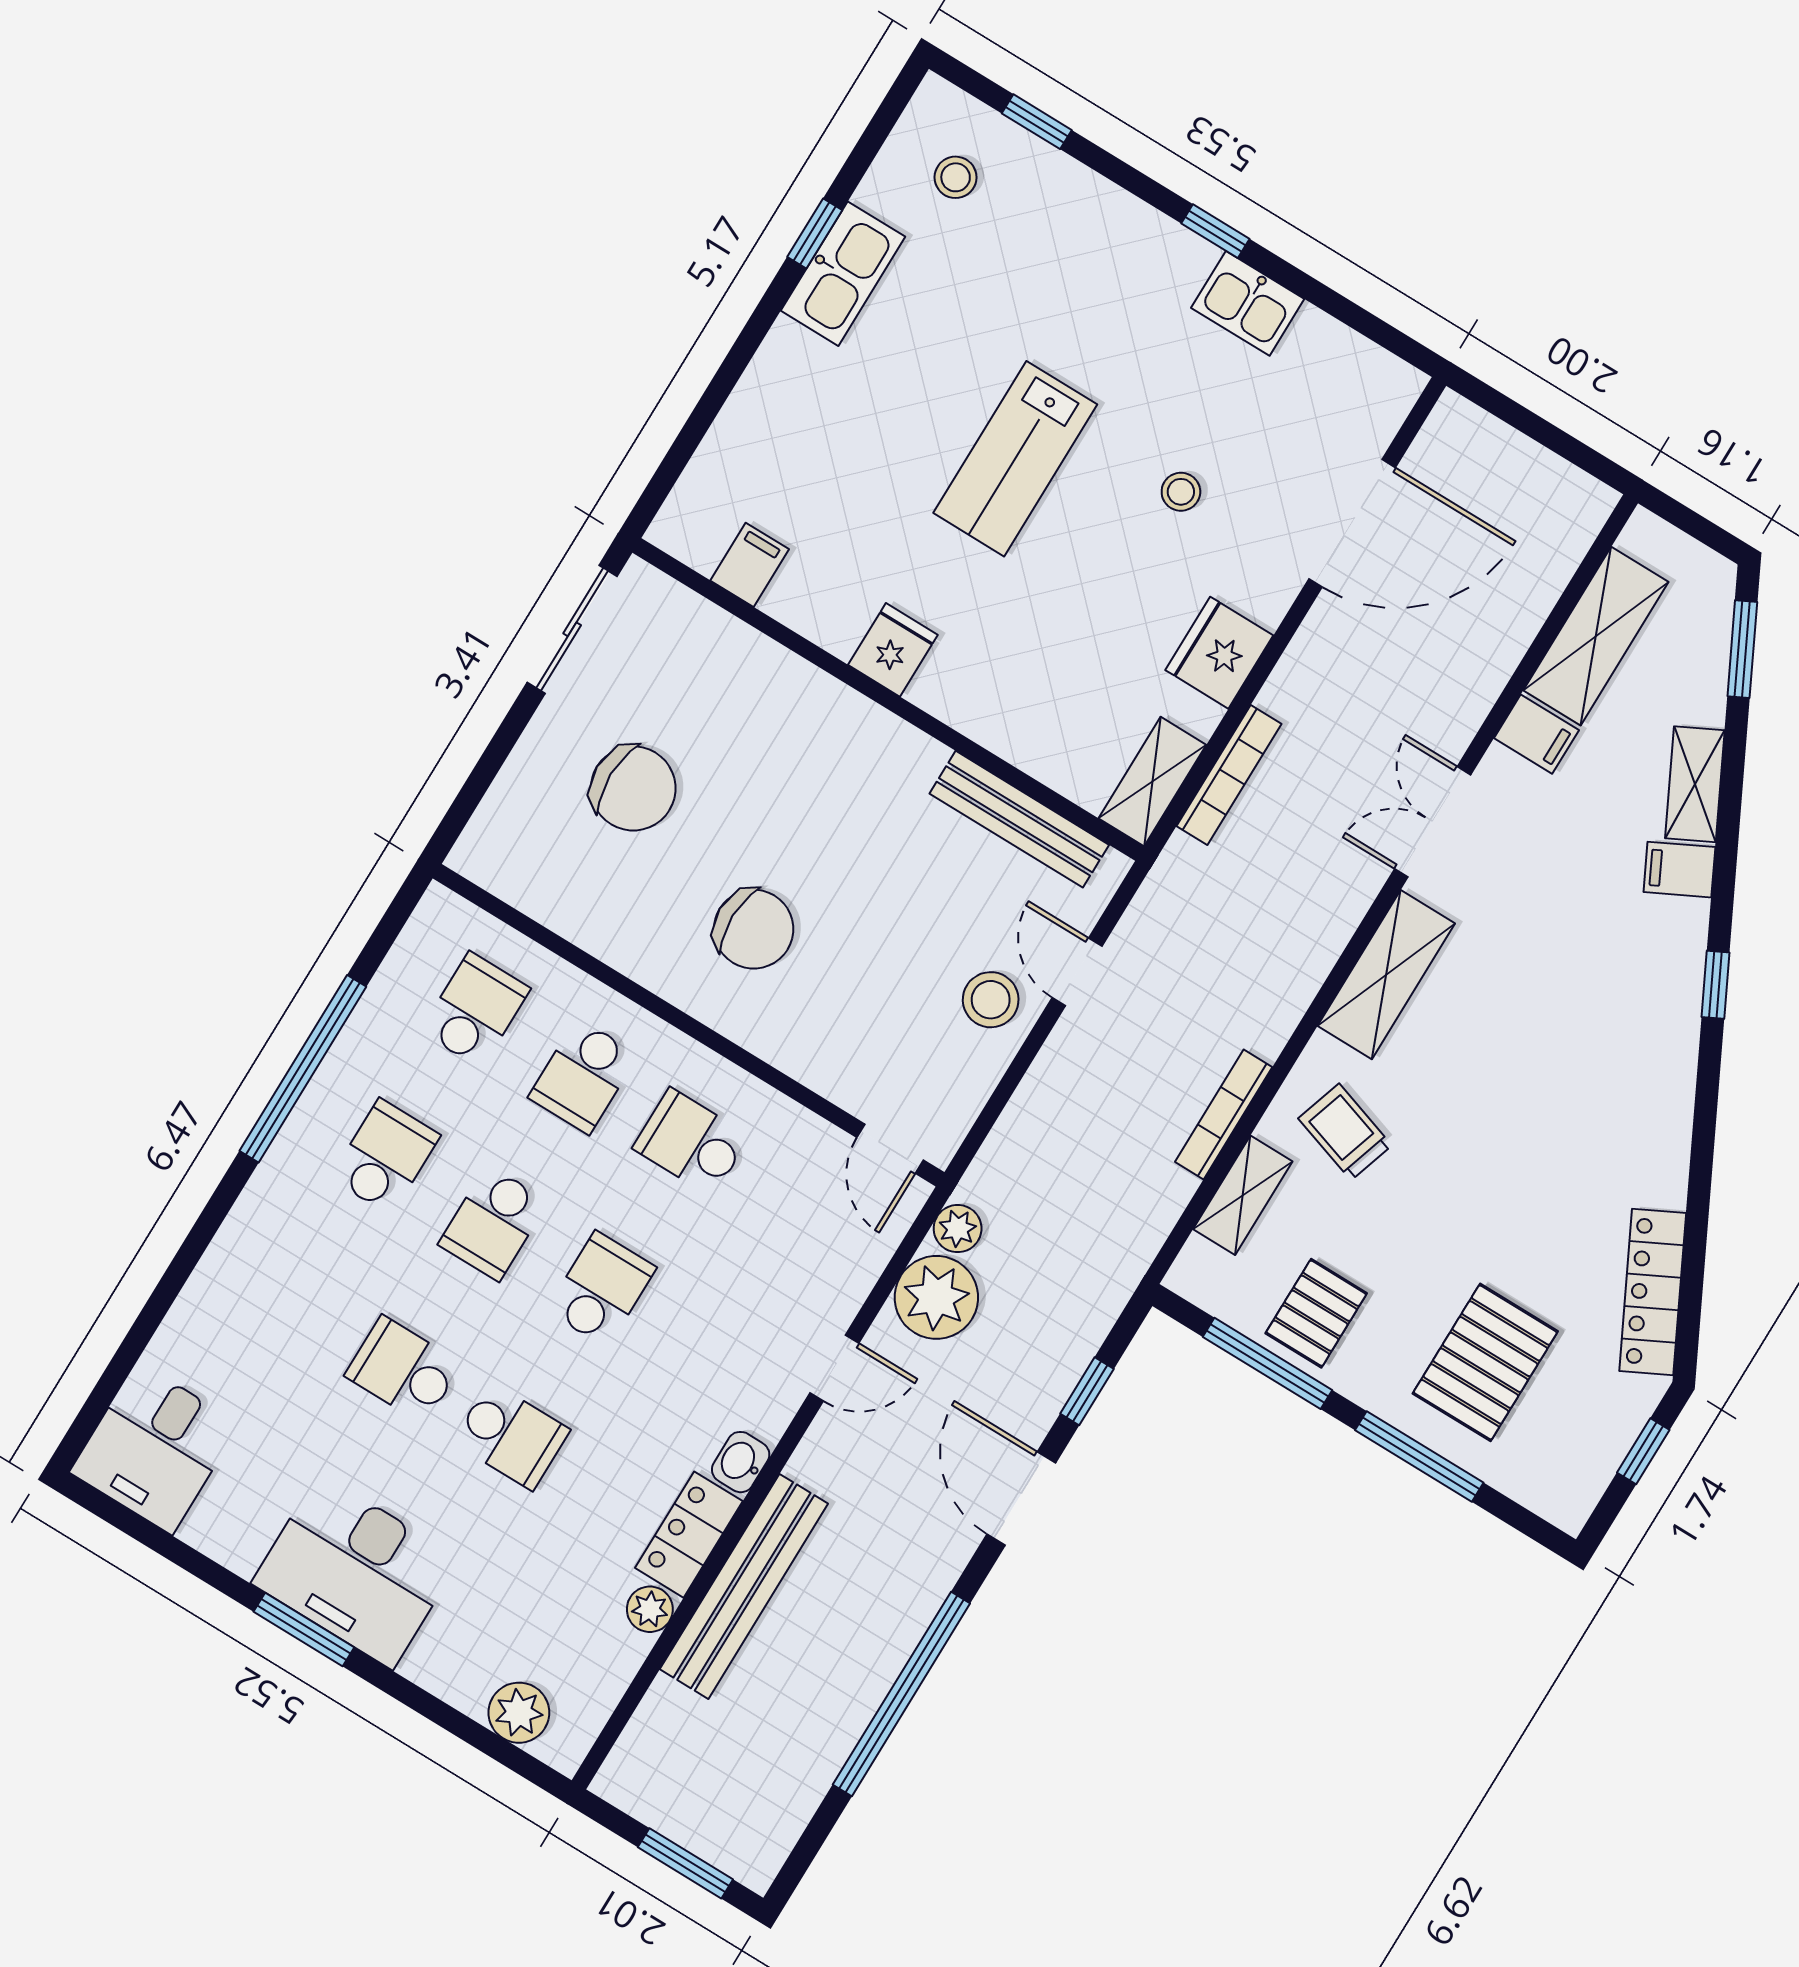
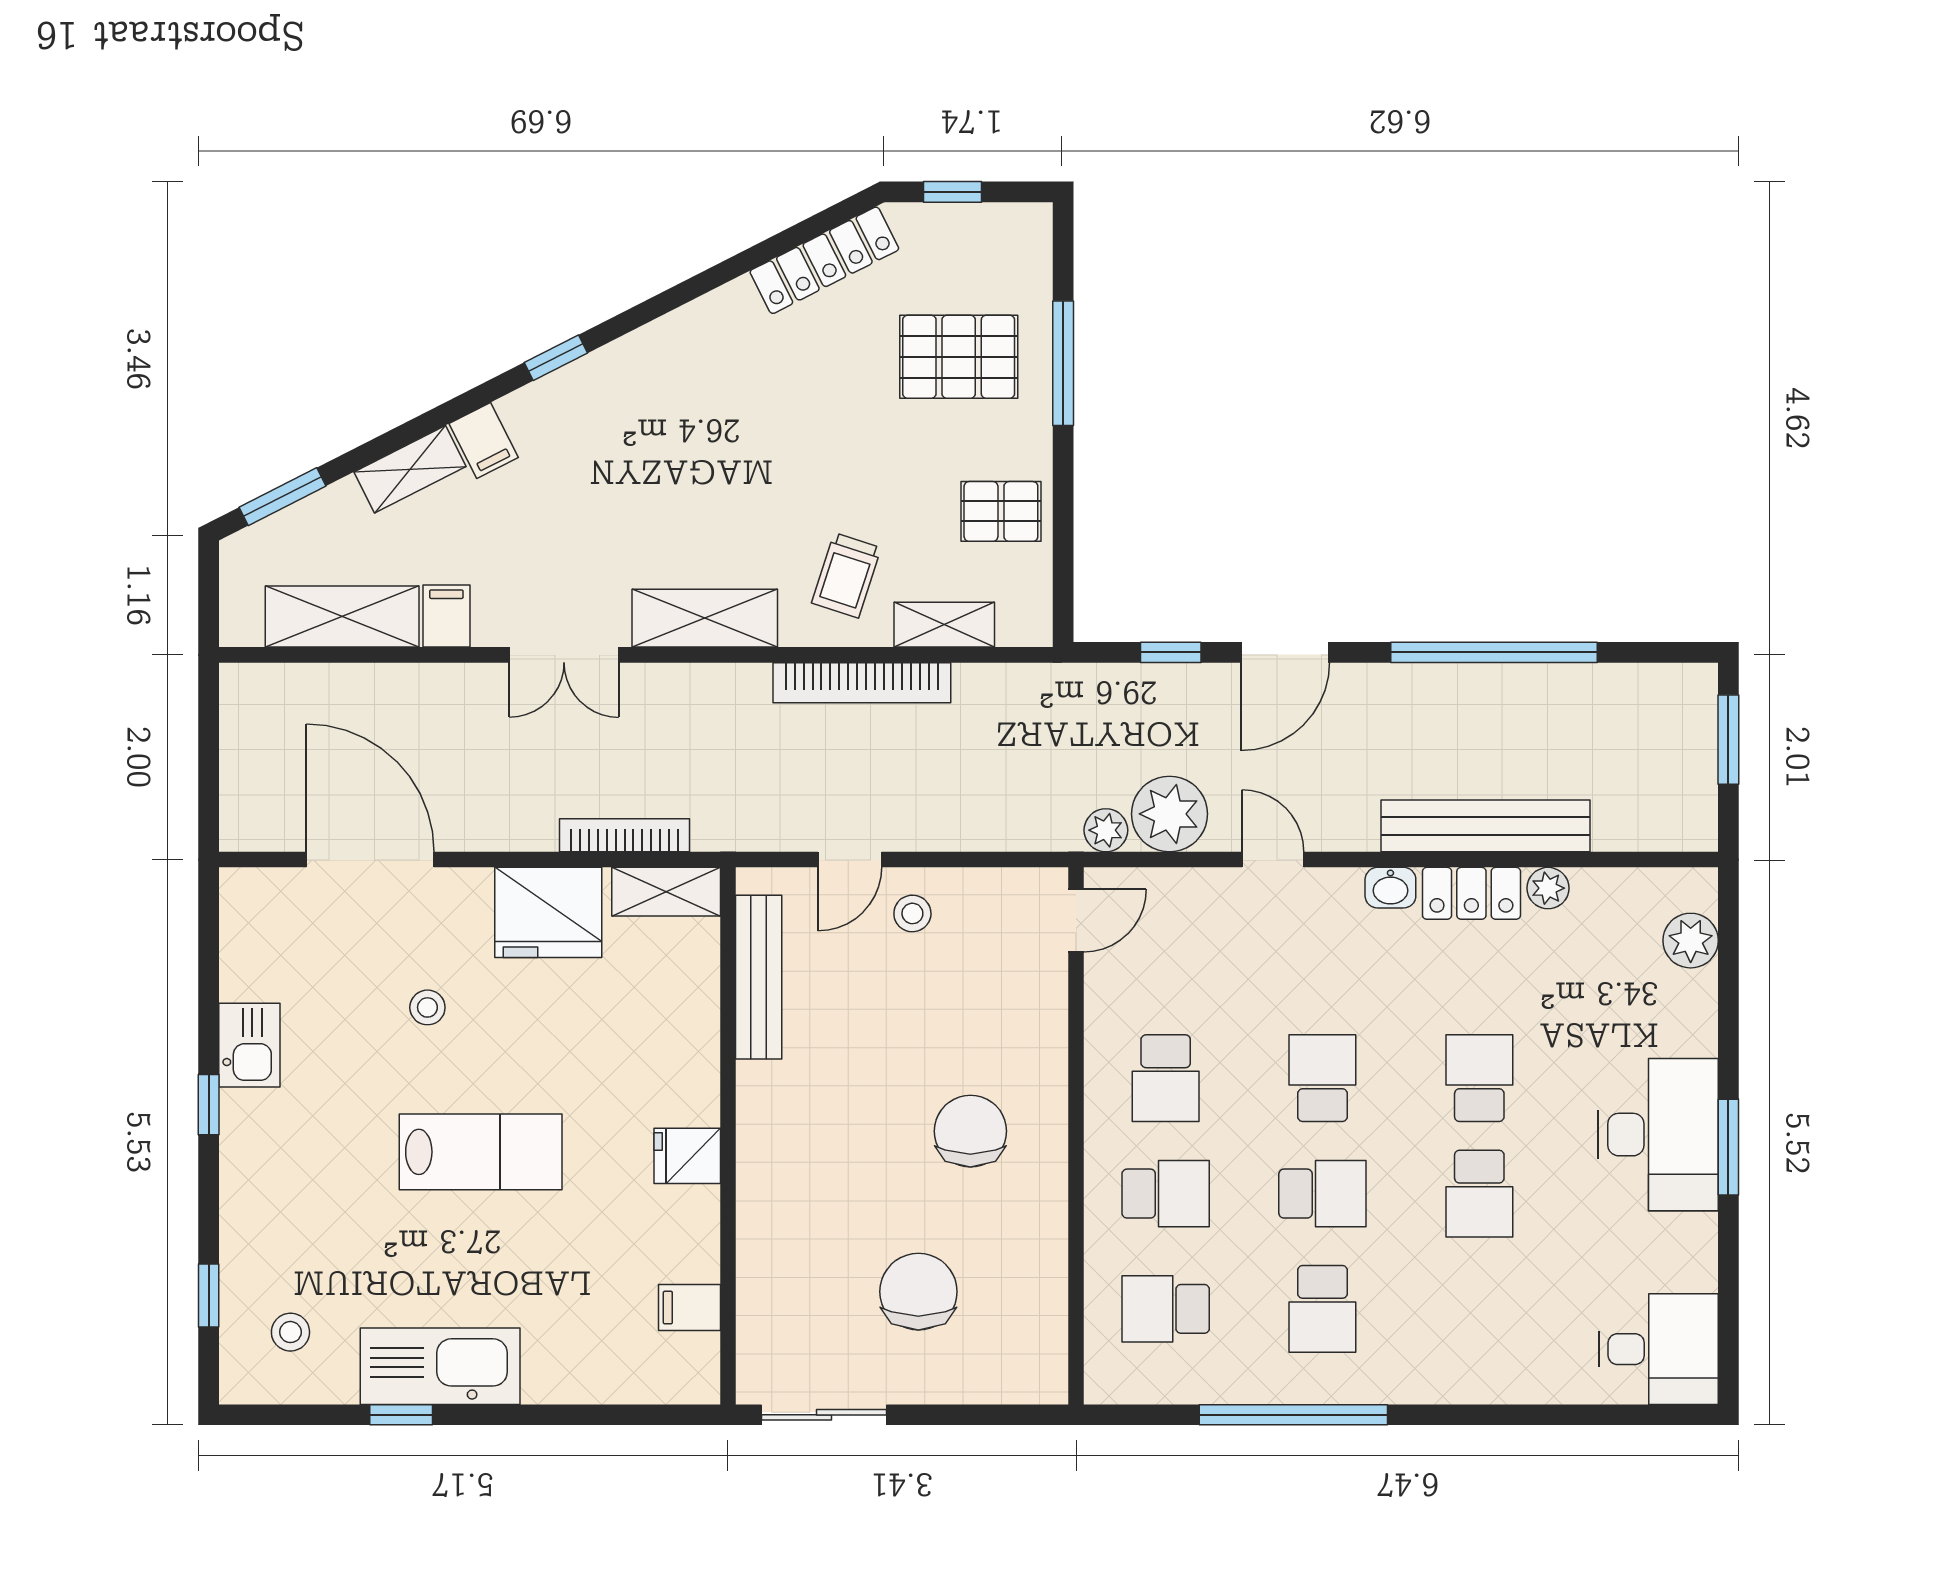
kitchen sink: (843, 274) -> (440, 1366), width x1.36, depth x1.24
fridge: (1219, 653) -> (548, 912), width x1.36, depth x1.34
stool: (991, 1000) -> (912, 913), width x0.73, depth x0.73
bookcase: (1224, 1114) -> (862, 683), width x1.48, depth x1.31
school desk: (385, 1157) -> (1322, 1309), turned -90
school desk: (601, 1289) -> (1322, 1078), turned 90
window: (1267, 1363) -> (1063, 525), removed

